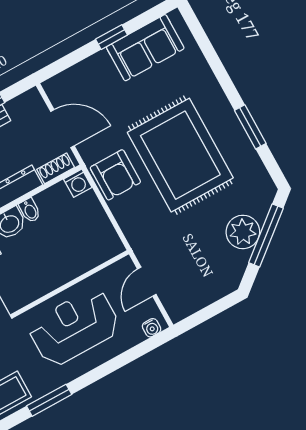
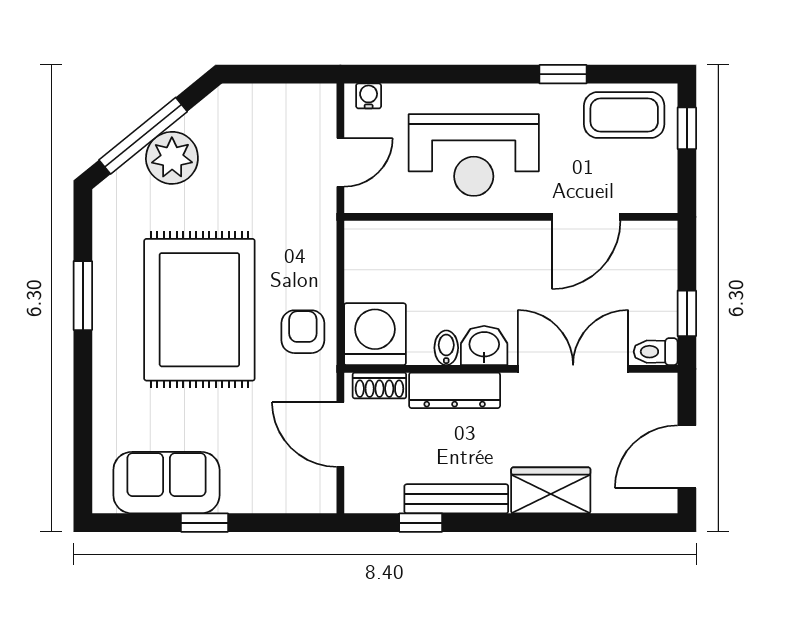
armchair: (115, 175) -> (303, 332), width x0.72, depth x0.72
washing machine: (78, 183) -> (375, 334), width x1.89, depth x1.89
window: (49, 400) -> (563, 74), width x0.67

